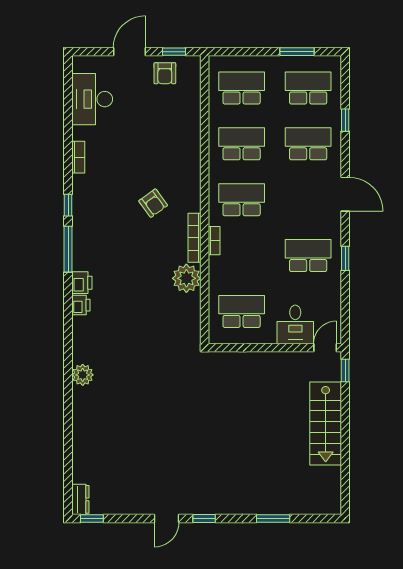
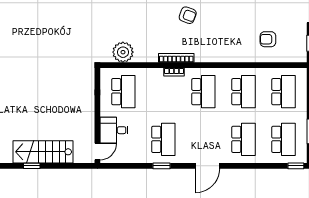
armchair: (165, 73) -> (268, 39), moved
window: (345, 120) -> (296, 166), moved
armchair: (153, 203) -> (188, 15), moved, turned -124
plant: (186, 278) -> (123, 52), moved
door: (325, 348) -> (97, 152), hinge flipped
window: (345, 370) -> (32, 166), moved

